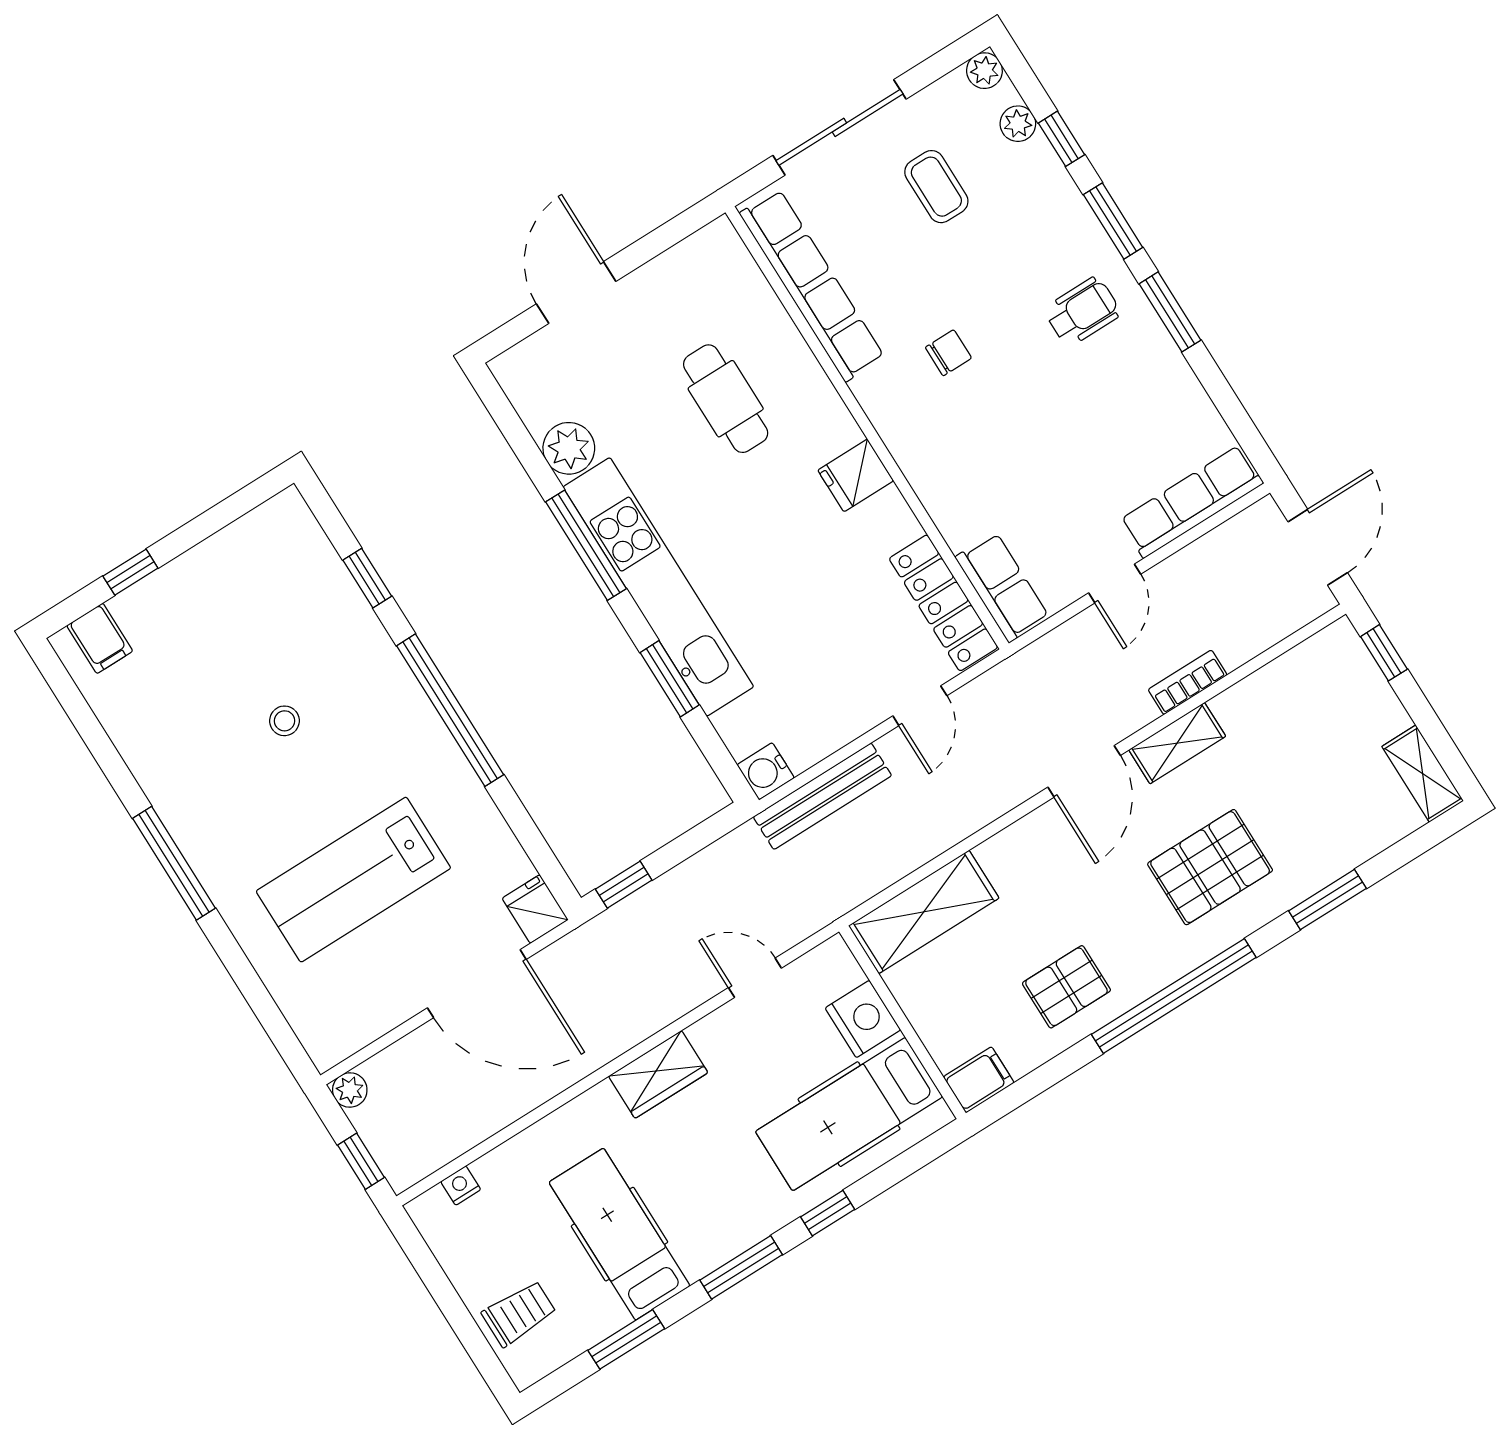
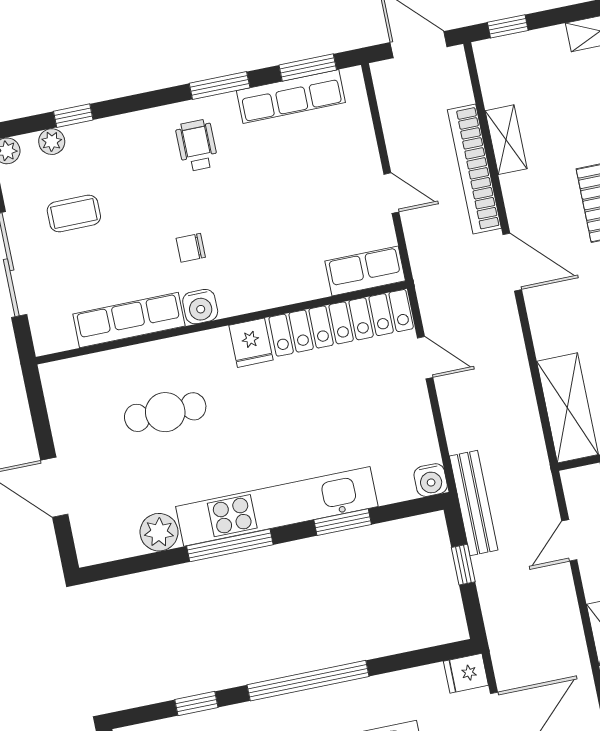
window: (1113, 221) -> (308, 67), moved
row of seats: (812, 285) -> (129, 320), width x0.73
chair: (948, 353) -> (191, 248), turned -90
water cooler: (878, 393) -> (200, 307), added
row of seats: (1192, 502) -> (291, 96), moved, turned -90
locker: (943, 603) -> (341, 323), width x1.41, depth x1.21
bookcase: (1188, 682) -> (474, 169), width x2.31, depth x1.31
shelving: (1177, 743) -> (506, 140), moved
bench: (822, 796) -> (474, 503), moved
window: (624, 885) -> (463, 565), moved

